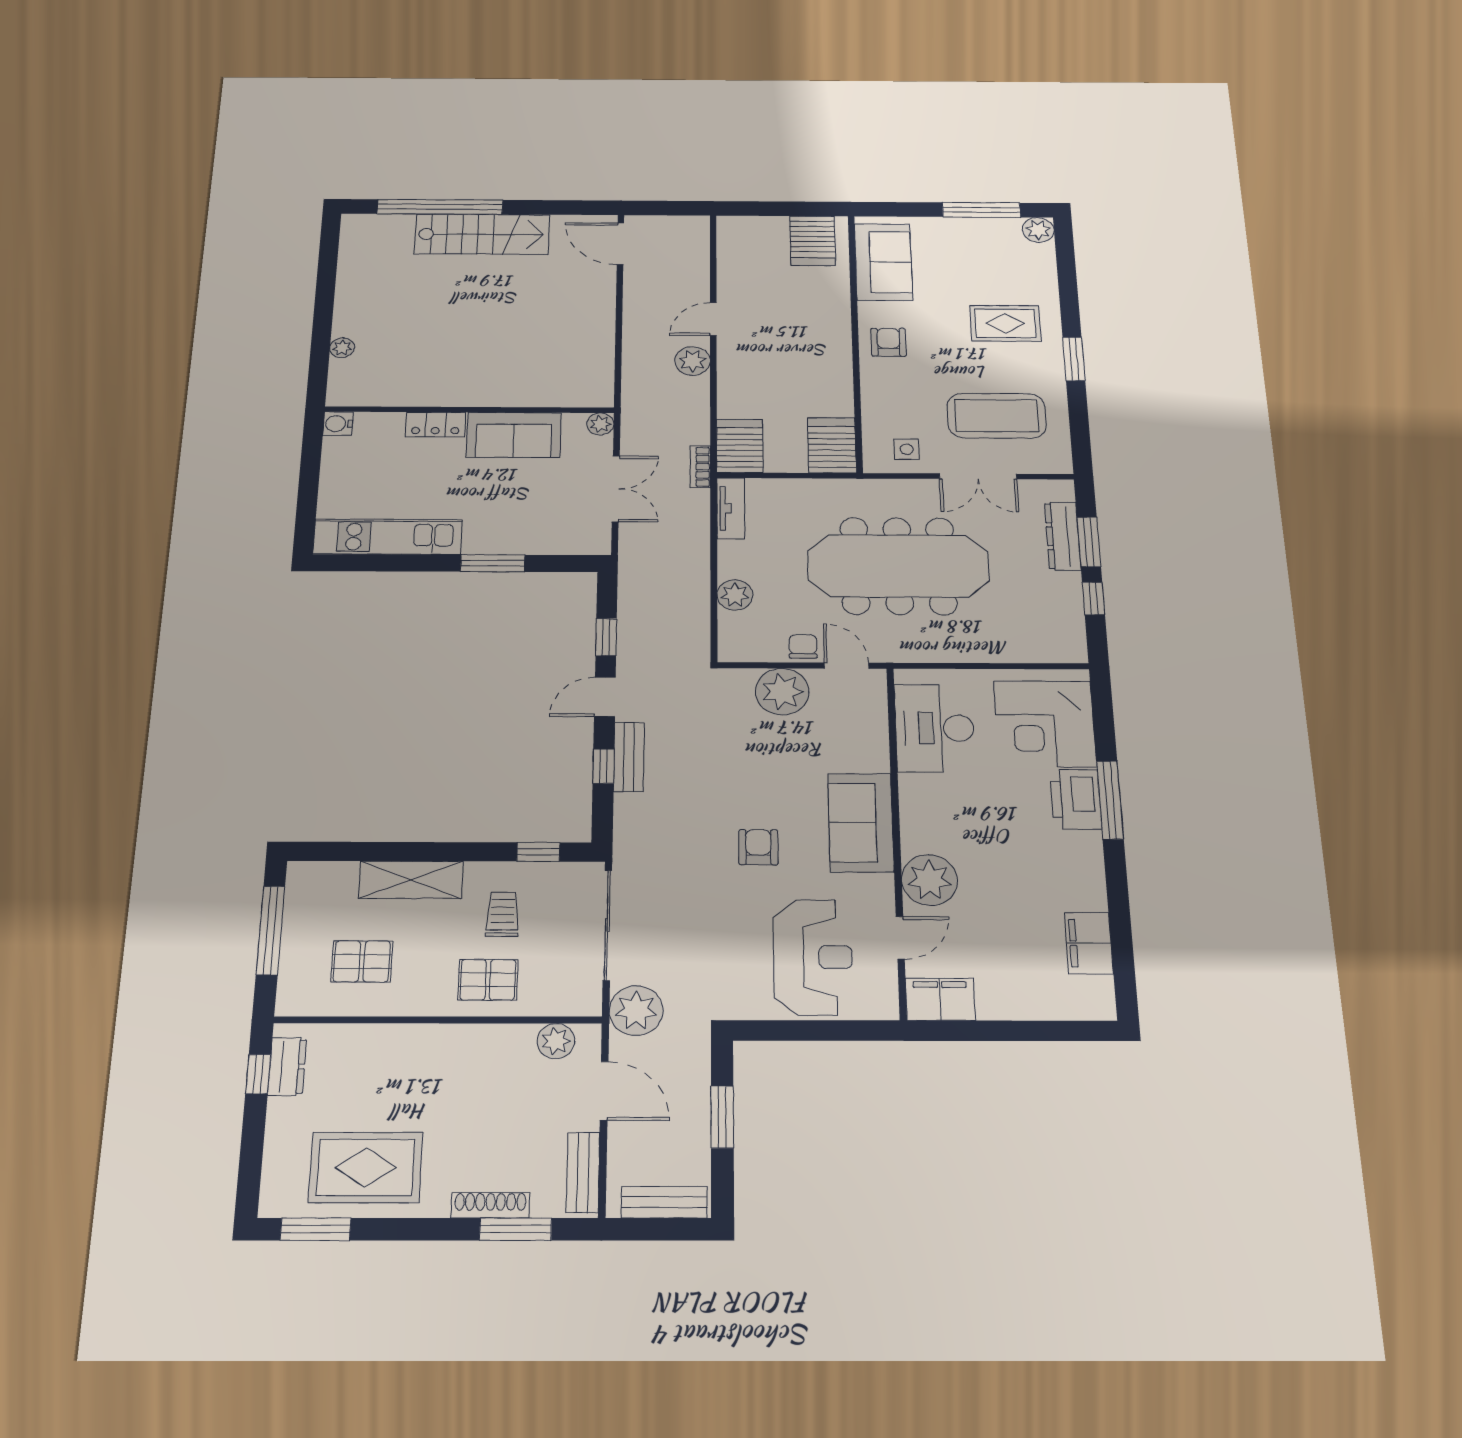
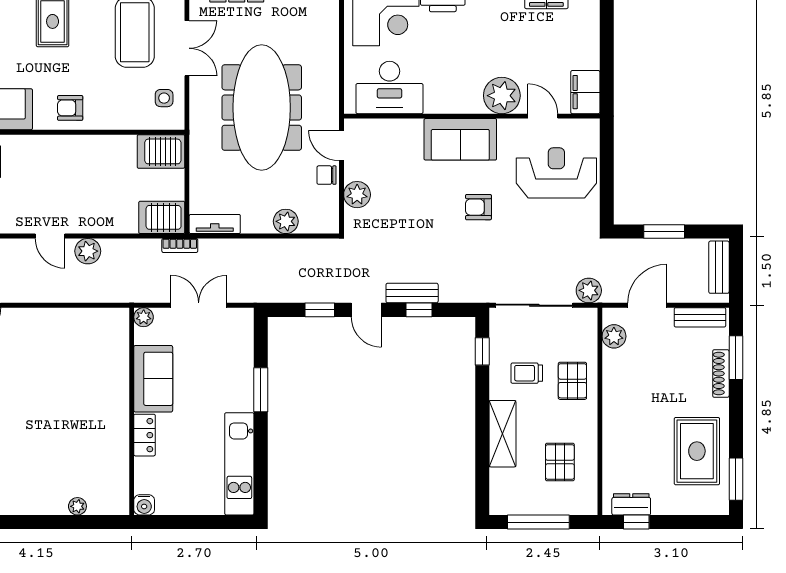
door: (847, 666) -> (341, 146), hinge flipped
plant: (782, 692) -> (357, 195), width x0.73, depth x0.73
plant: (636, 1011) -> (589, 290), width x0.73, depth x0.73

